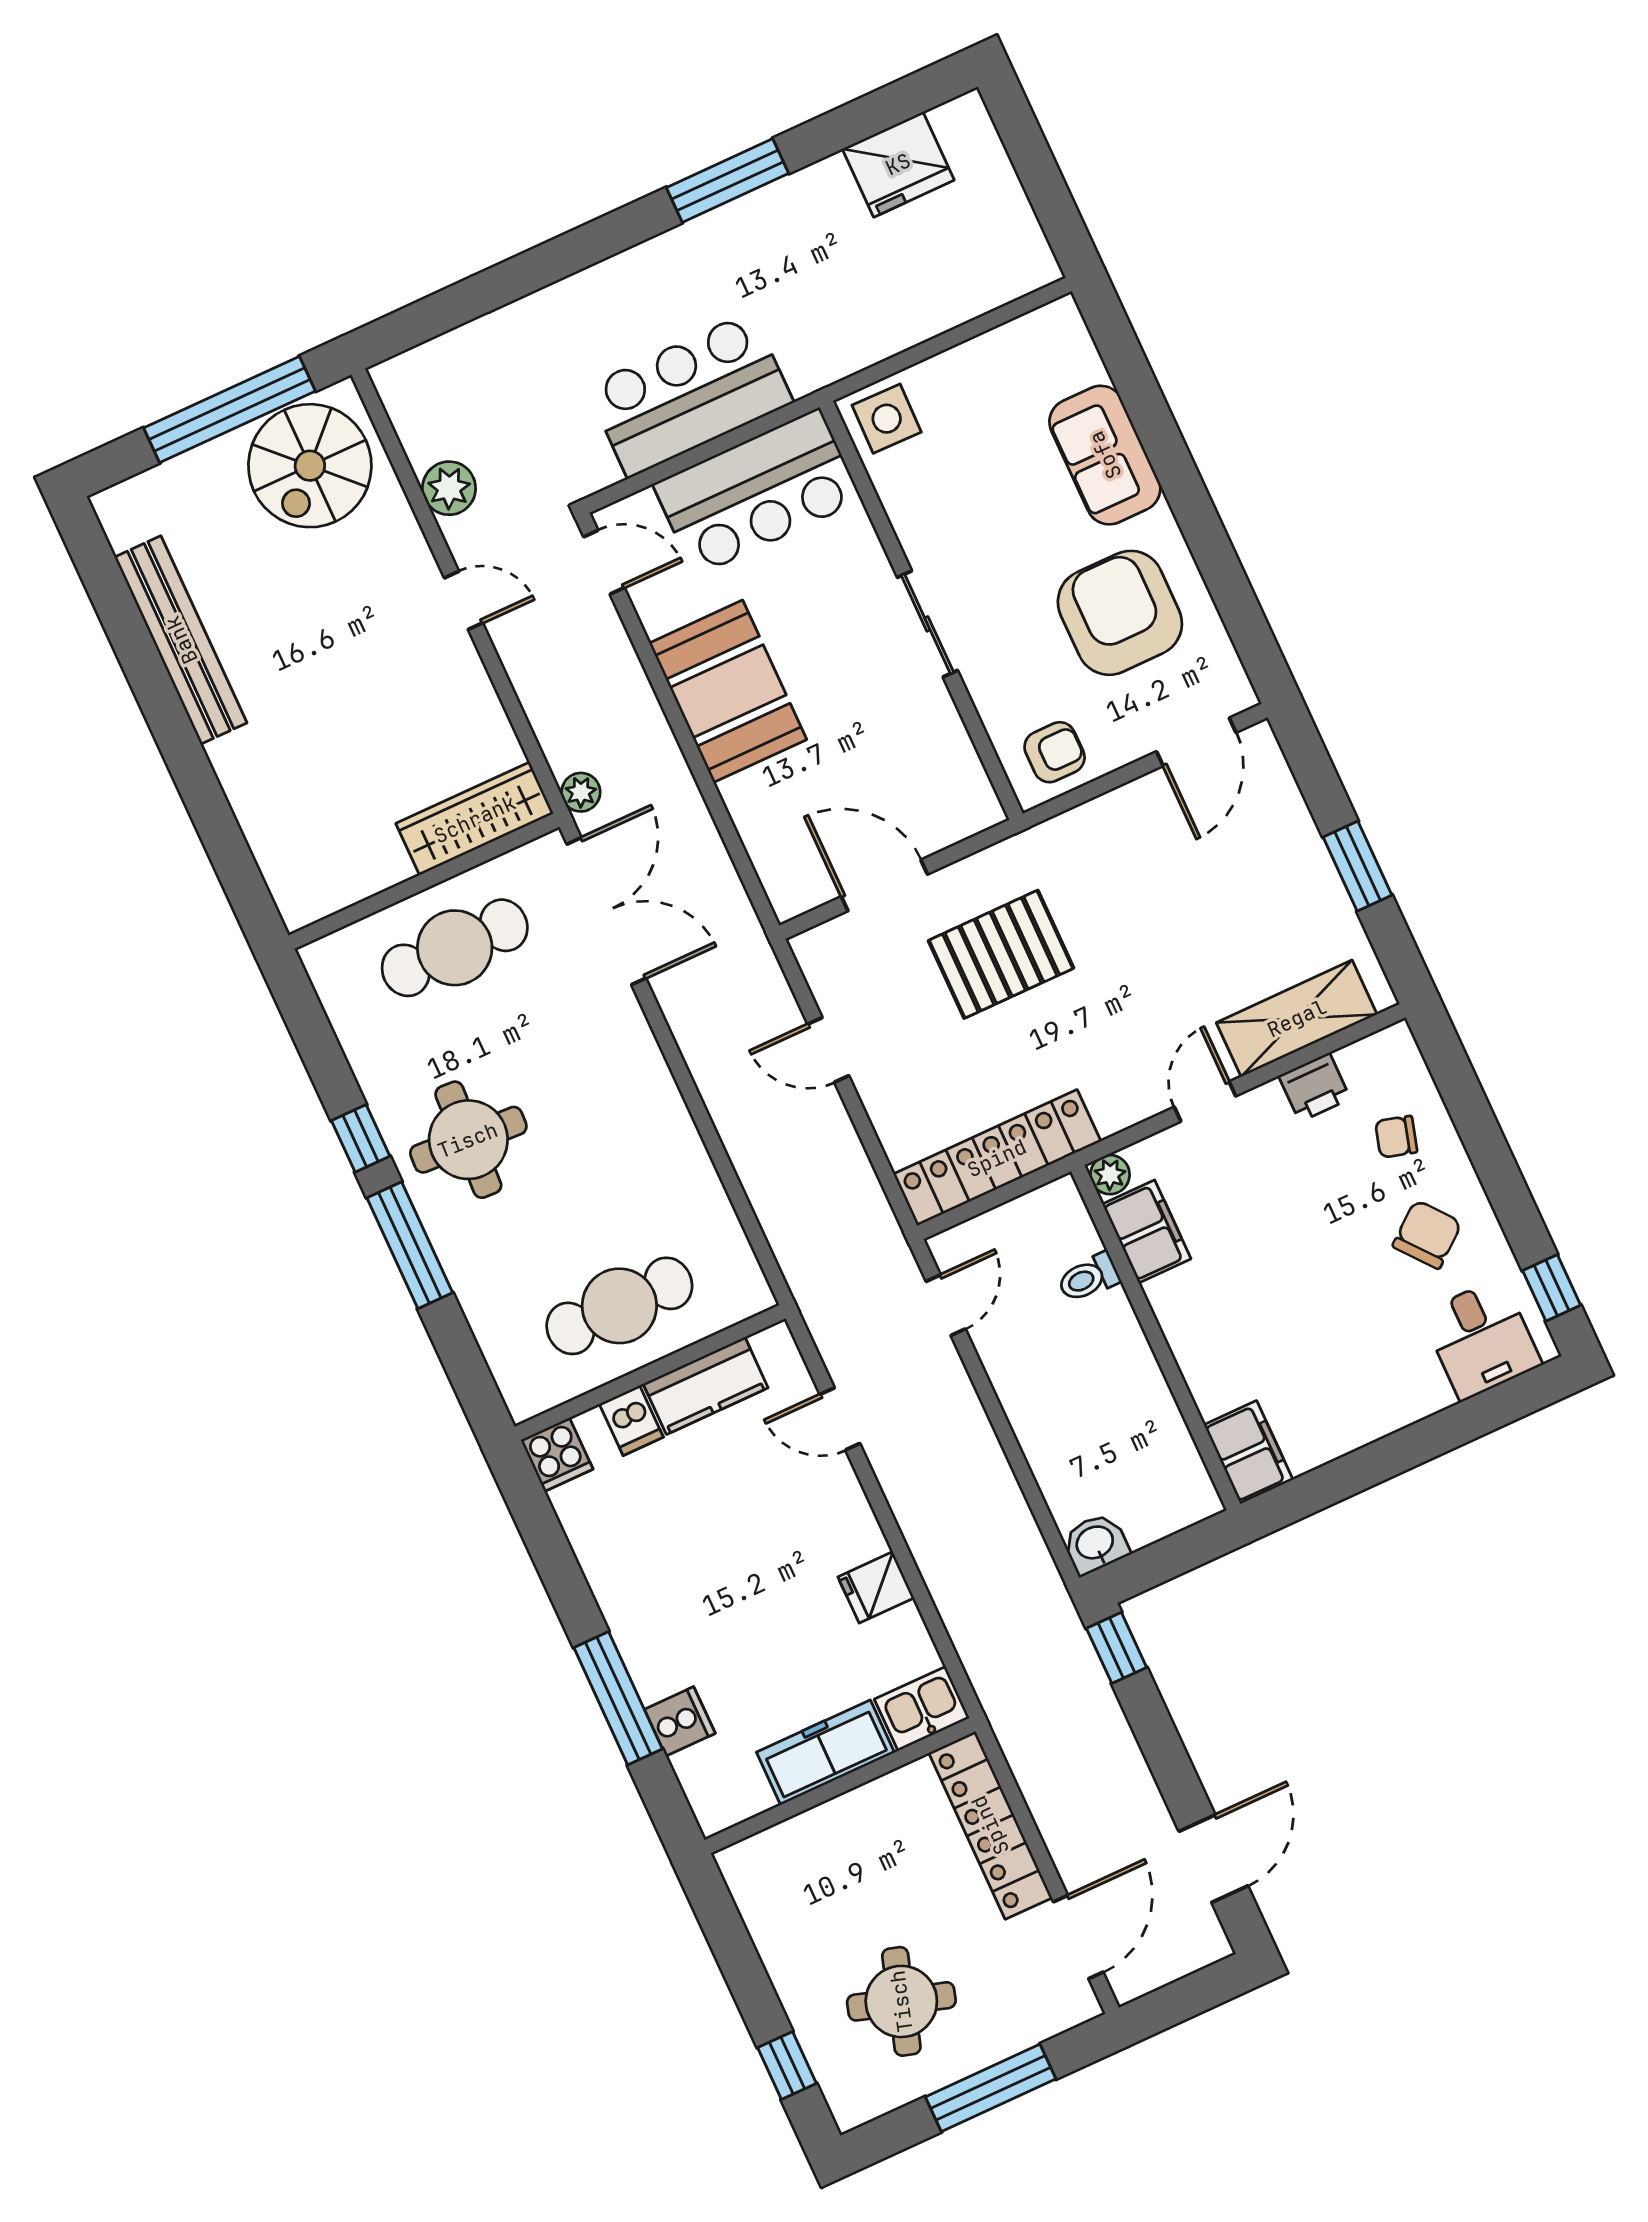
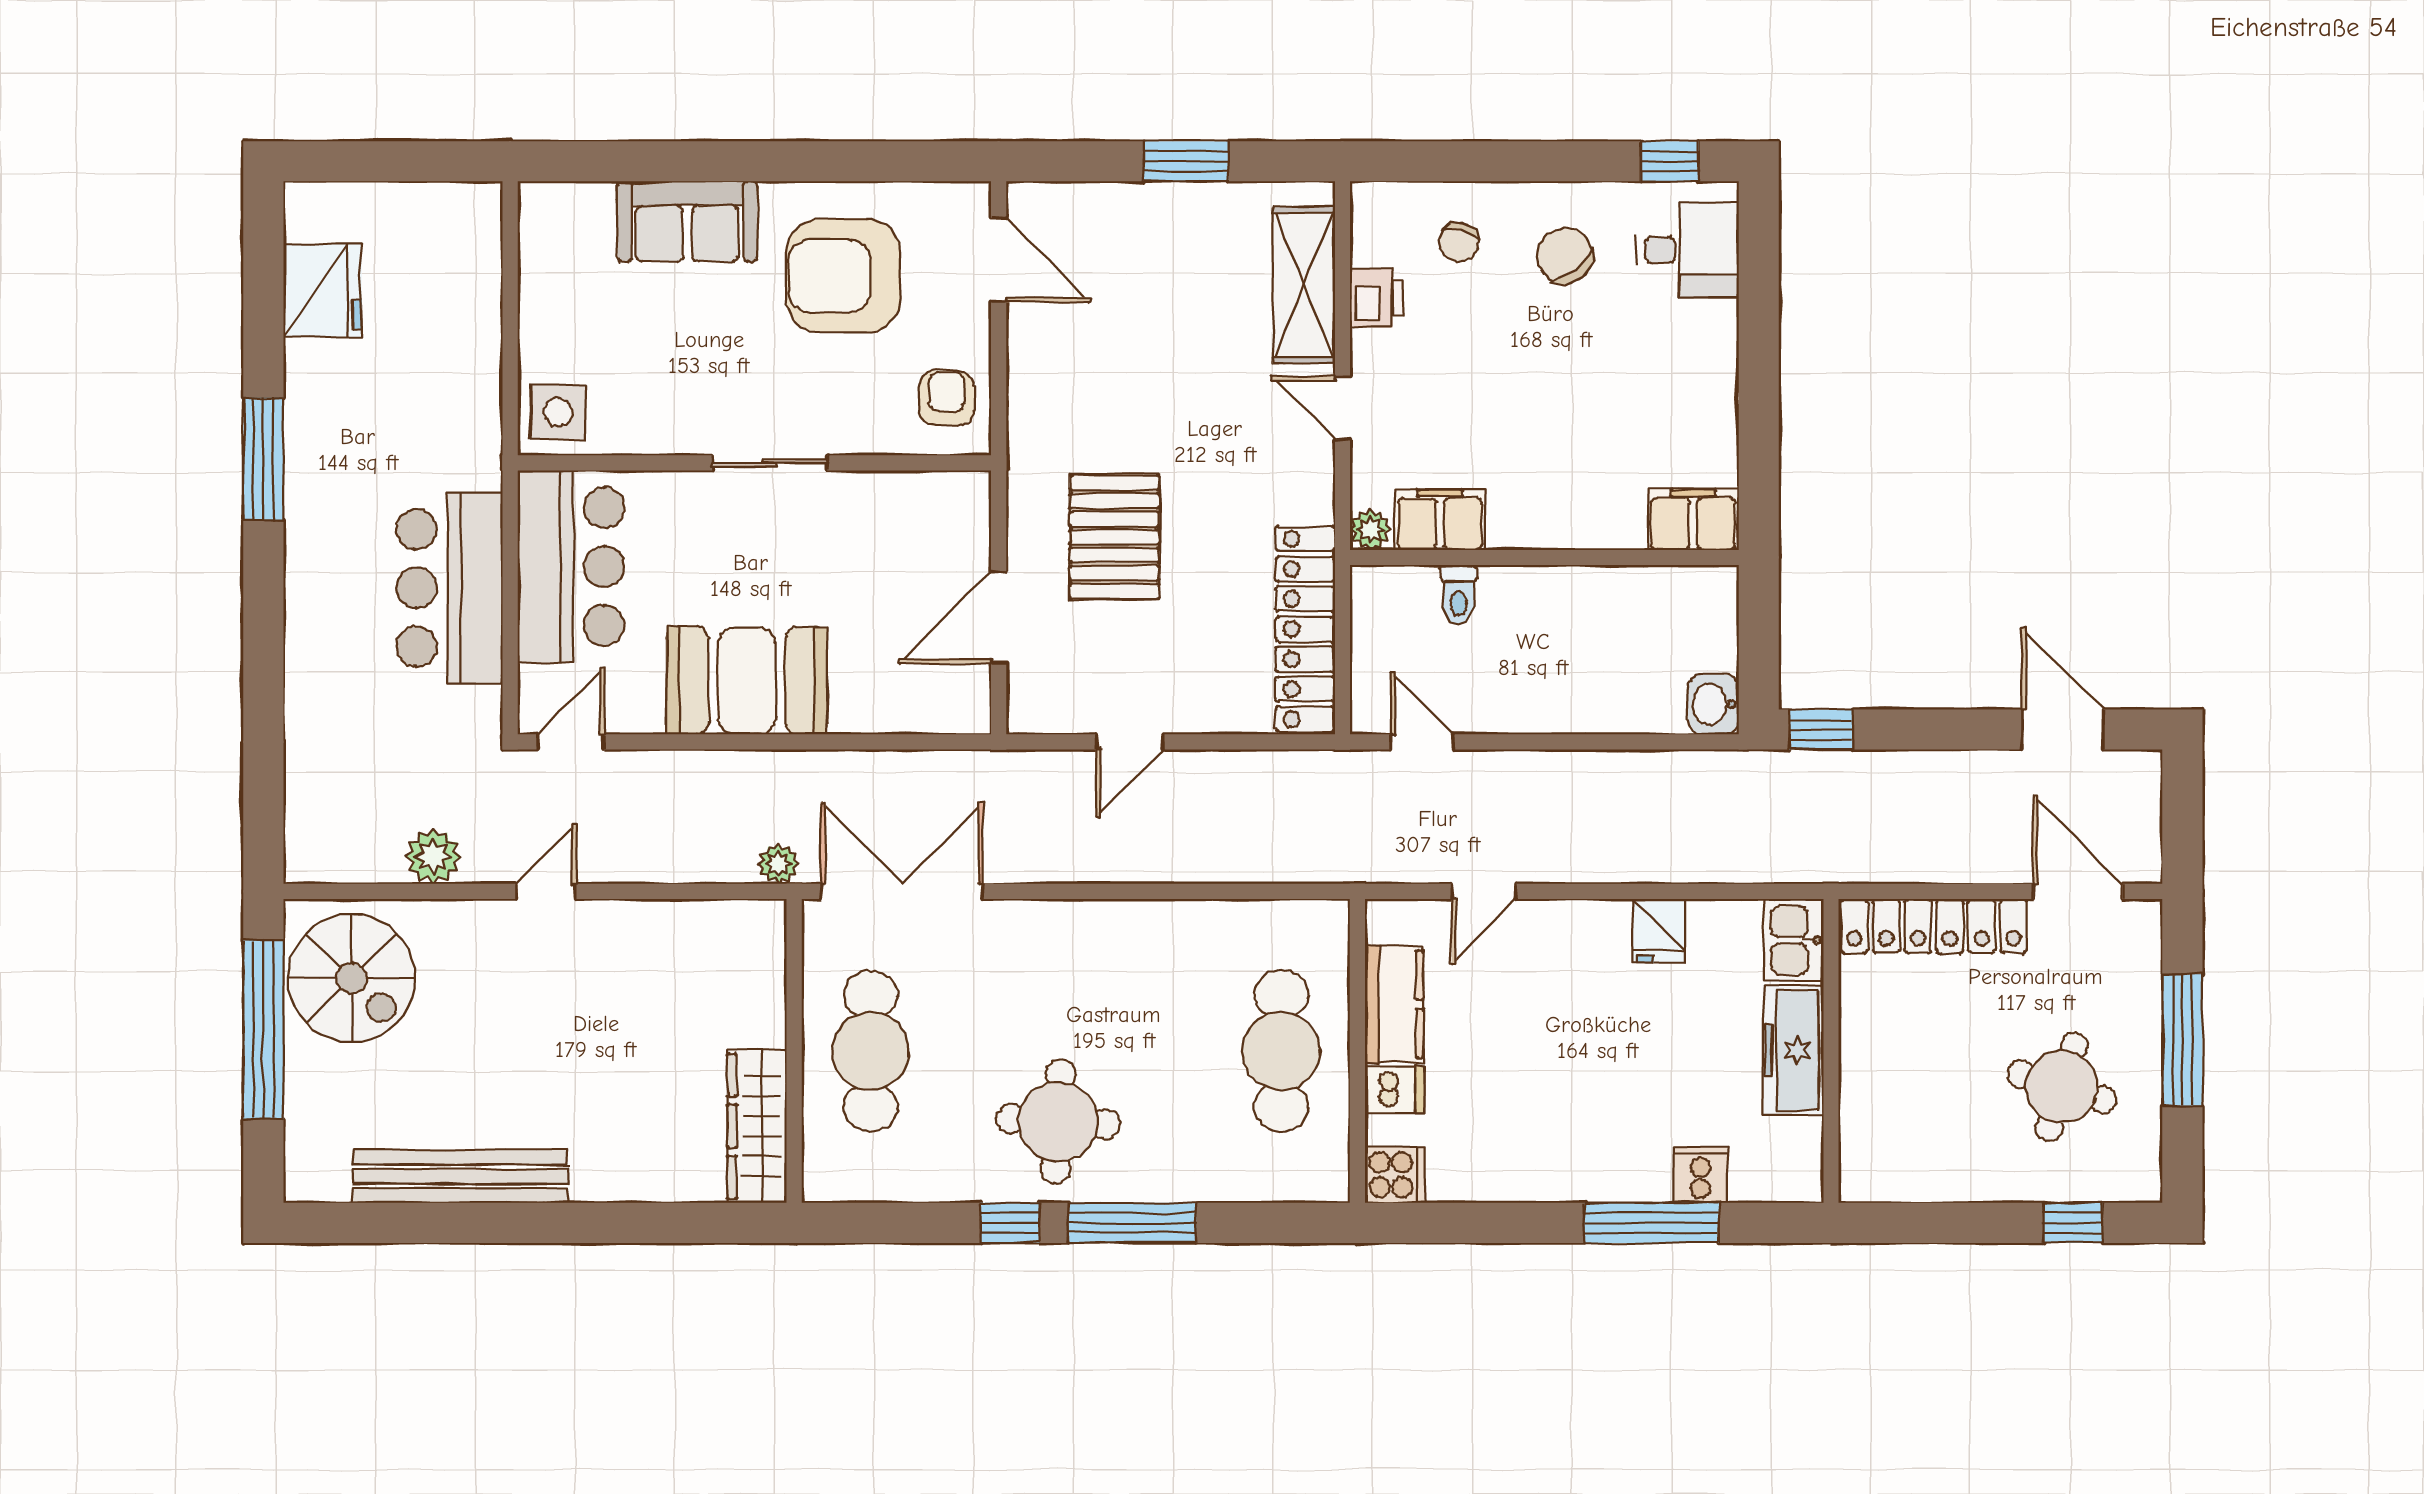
wardrobe: (475, 819) -> (757, 1126), moved

